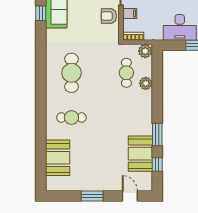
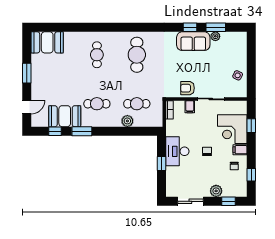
armchair: (109, 16) -> (187, 88), turned -90
plant: (145, 51) -> (156, 121), removed
cafe table: (71, 73) -> (137, 55), turned 90
cafe table: (126, 118) -> (97, 104), added
booth: (58, 158) -> (47, 42), moved

